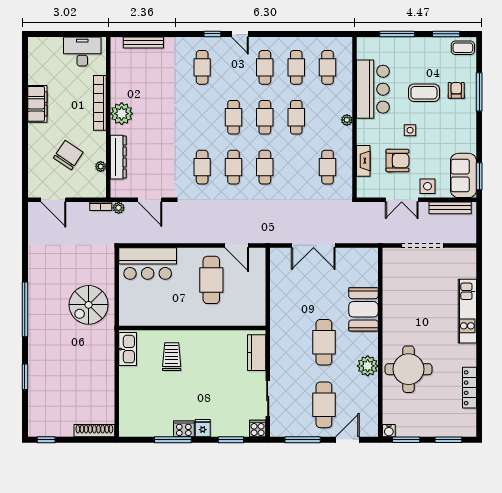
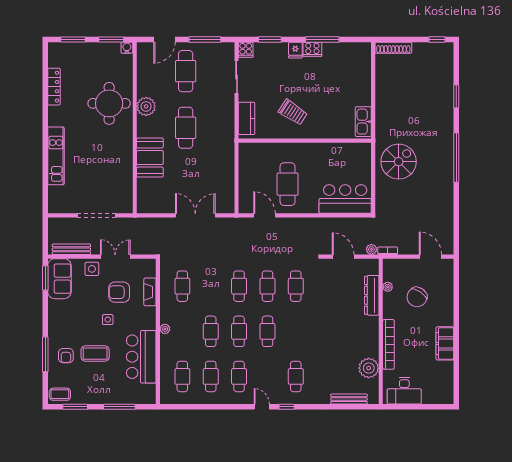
plant: (122, 114) -> (369, 368), moved
trolley: (172, 357) -> (293, 112), moved, turned -57

